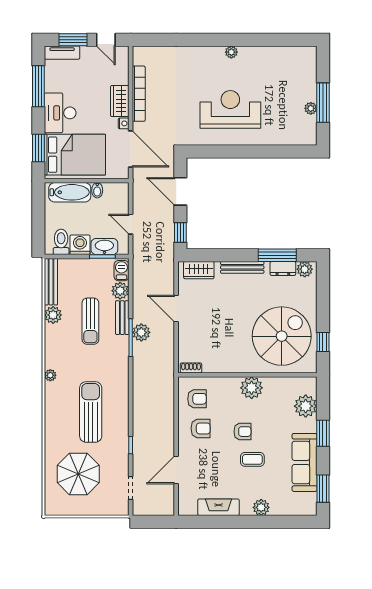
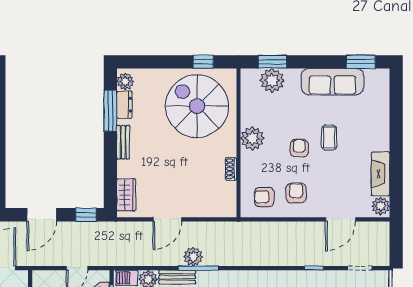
bench: (242, 267) -> (123, 142), width x0.73
shoe rack: (191, 368) -> (231, 169), moved
armchair: (197, 399) -> (264, 197), turned -90
window: (323, 433) -> (272, 62), moved
door: (176, 470) -> (341, 219), hinge flipped
plant: (261, 507) -> (381, 206), moved

